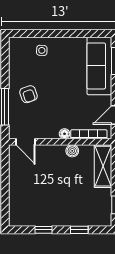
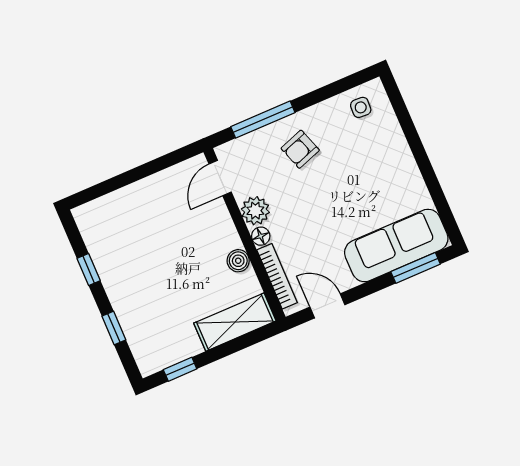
side table: (42, 50) -> (361, 107), moved
plant: (50, 131) -> (255, 211), added

